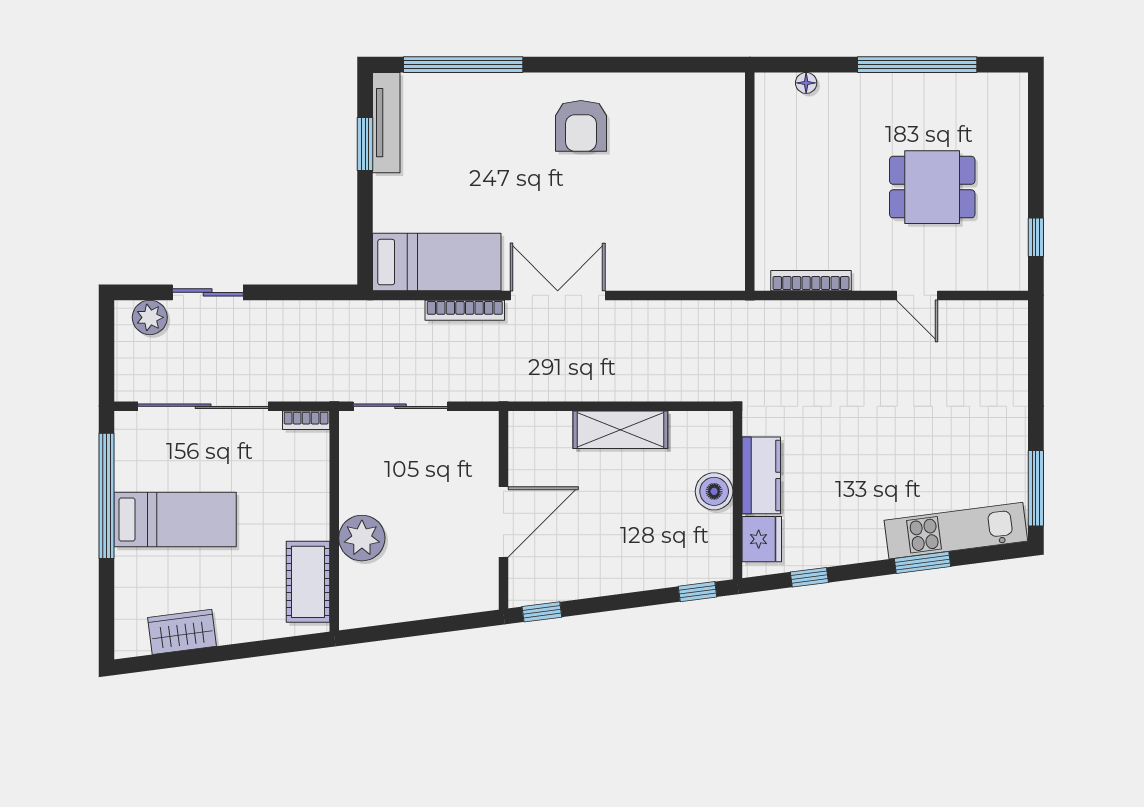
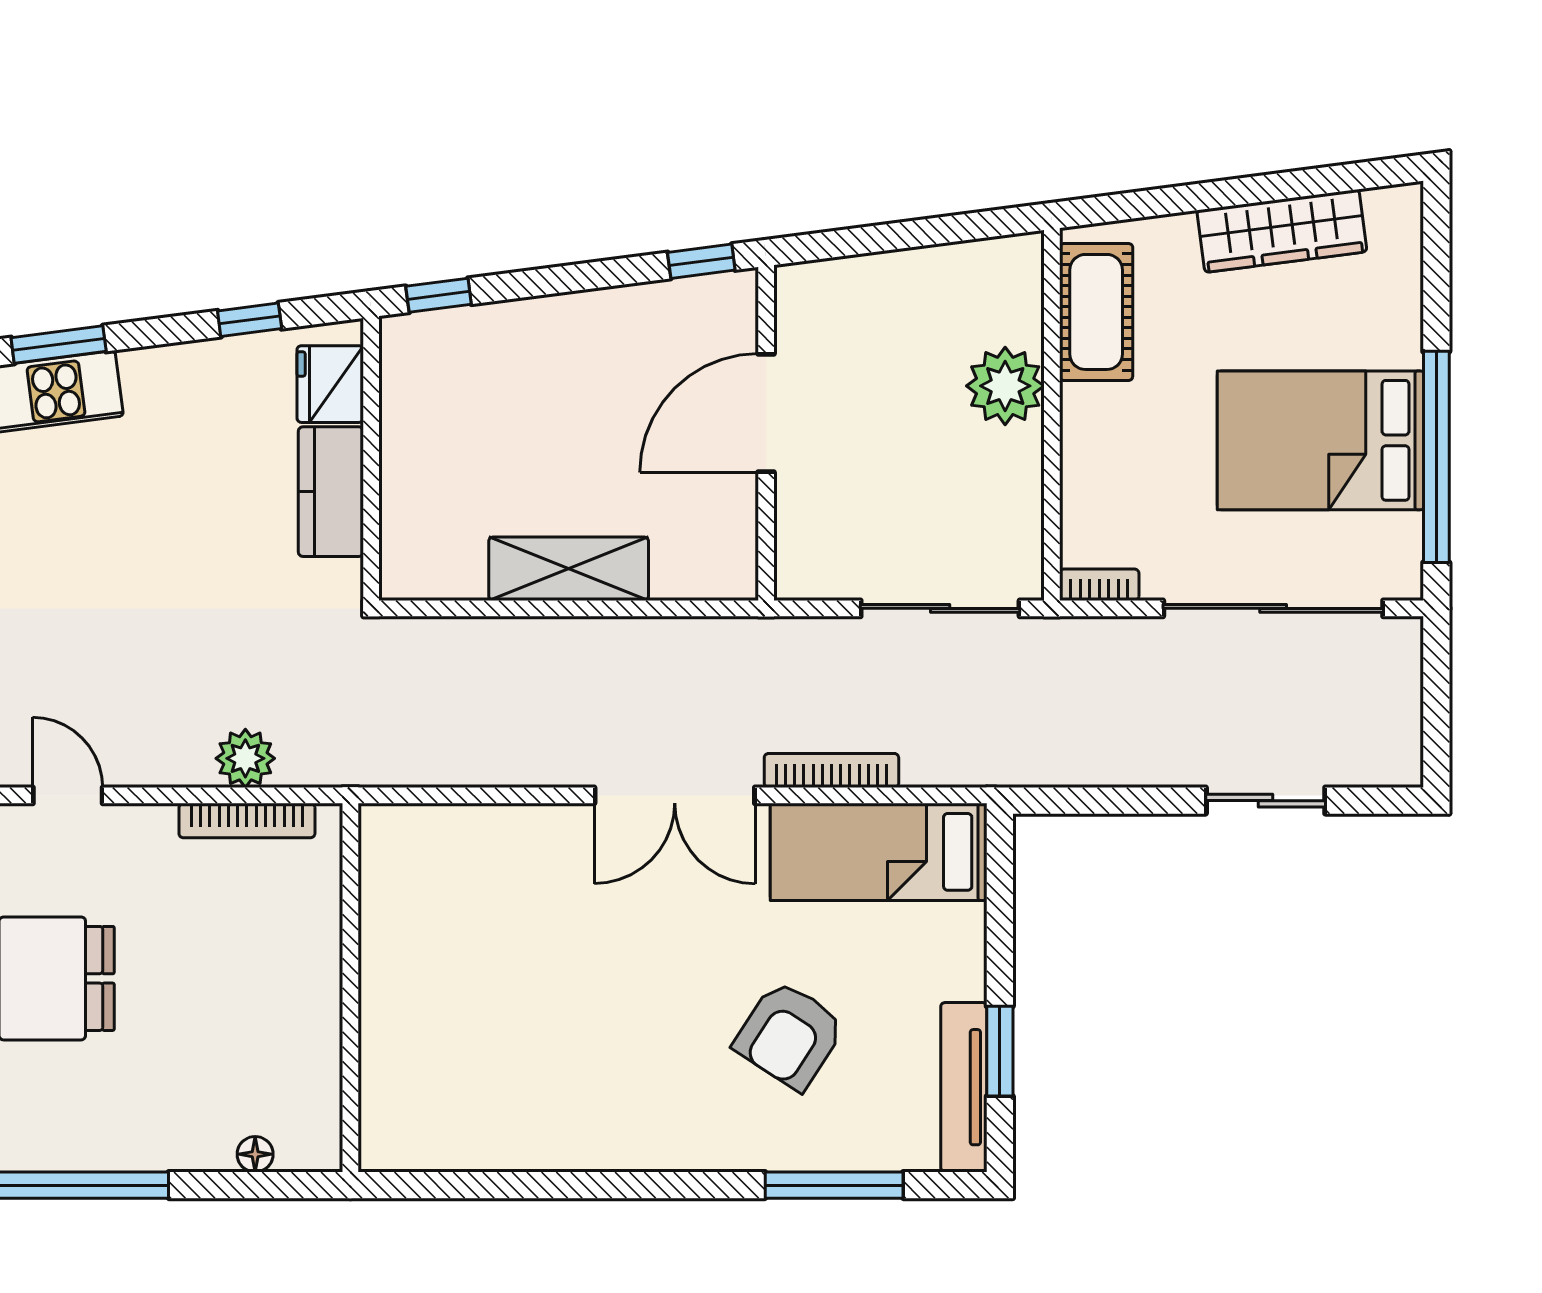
window: (463, 65) -> (834, 1185), width x0.68
armchair: (581, 126) -> (789, 1035), moved, turned -147
plant: (150, 317) -> (245, 758), moved
boiler: (714, 491) -> (411, 465), removed
bed: (175, 519) -> (1320, 440), width x1.50
wardrobe: (182, 632) -> (1282, 231), width x1.50

